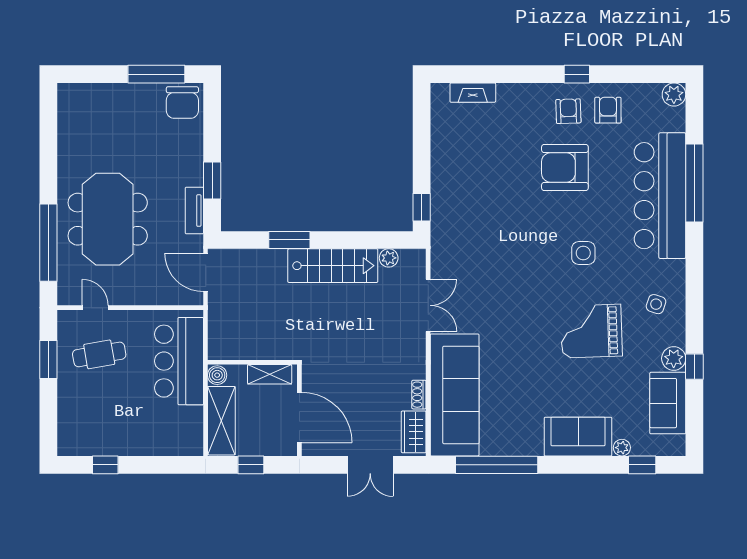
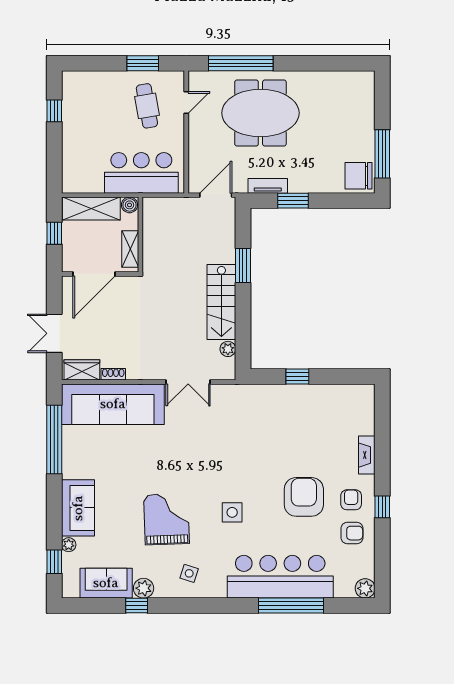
fireplace: (473, 93) -> (367, 455), moved
armchair: (568, 111) -> (351, 500), turned -88
window: (422, 207) -> (297, 377), moved

